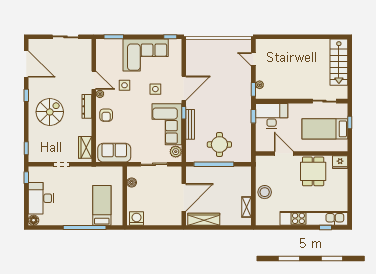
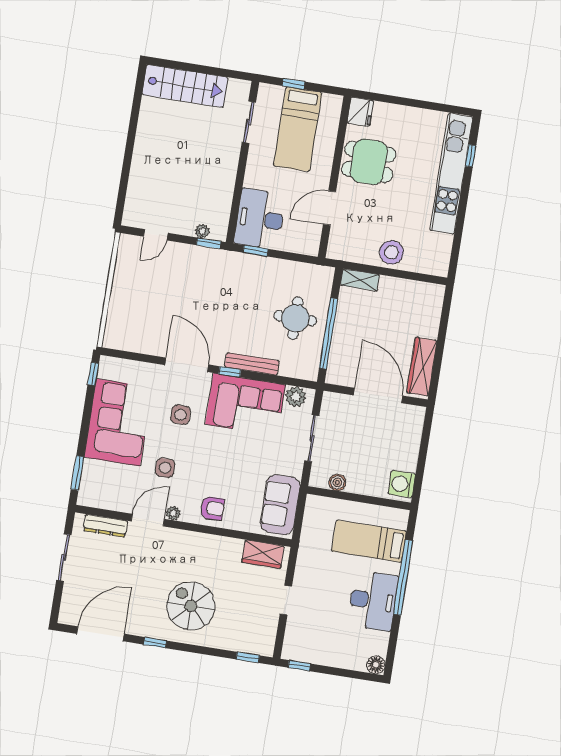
dresser: (87, 106) -> (105, 526), moved
desk: (41, 198) -> (373, 601), moved, turned -90
shelving: (247, 207) -> (360, 280), moved

